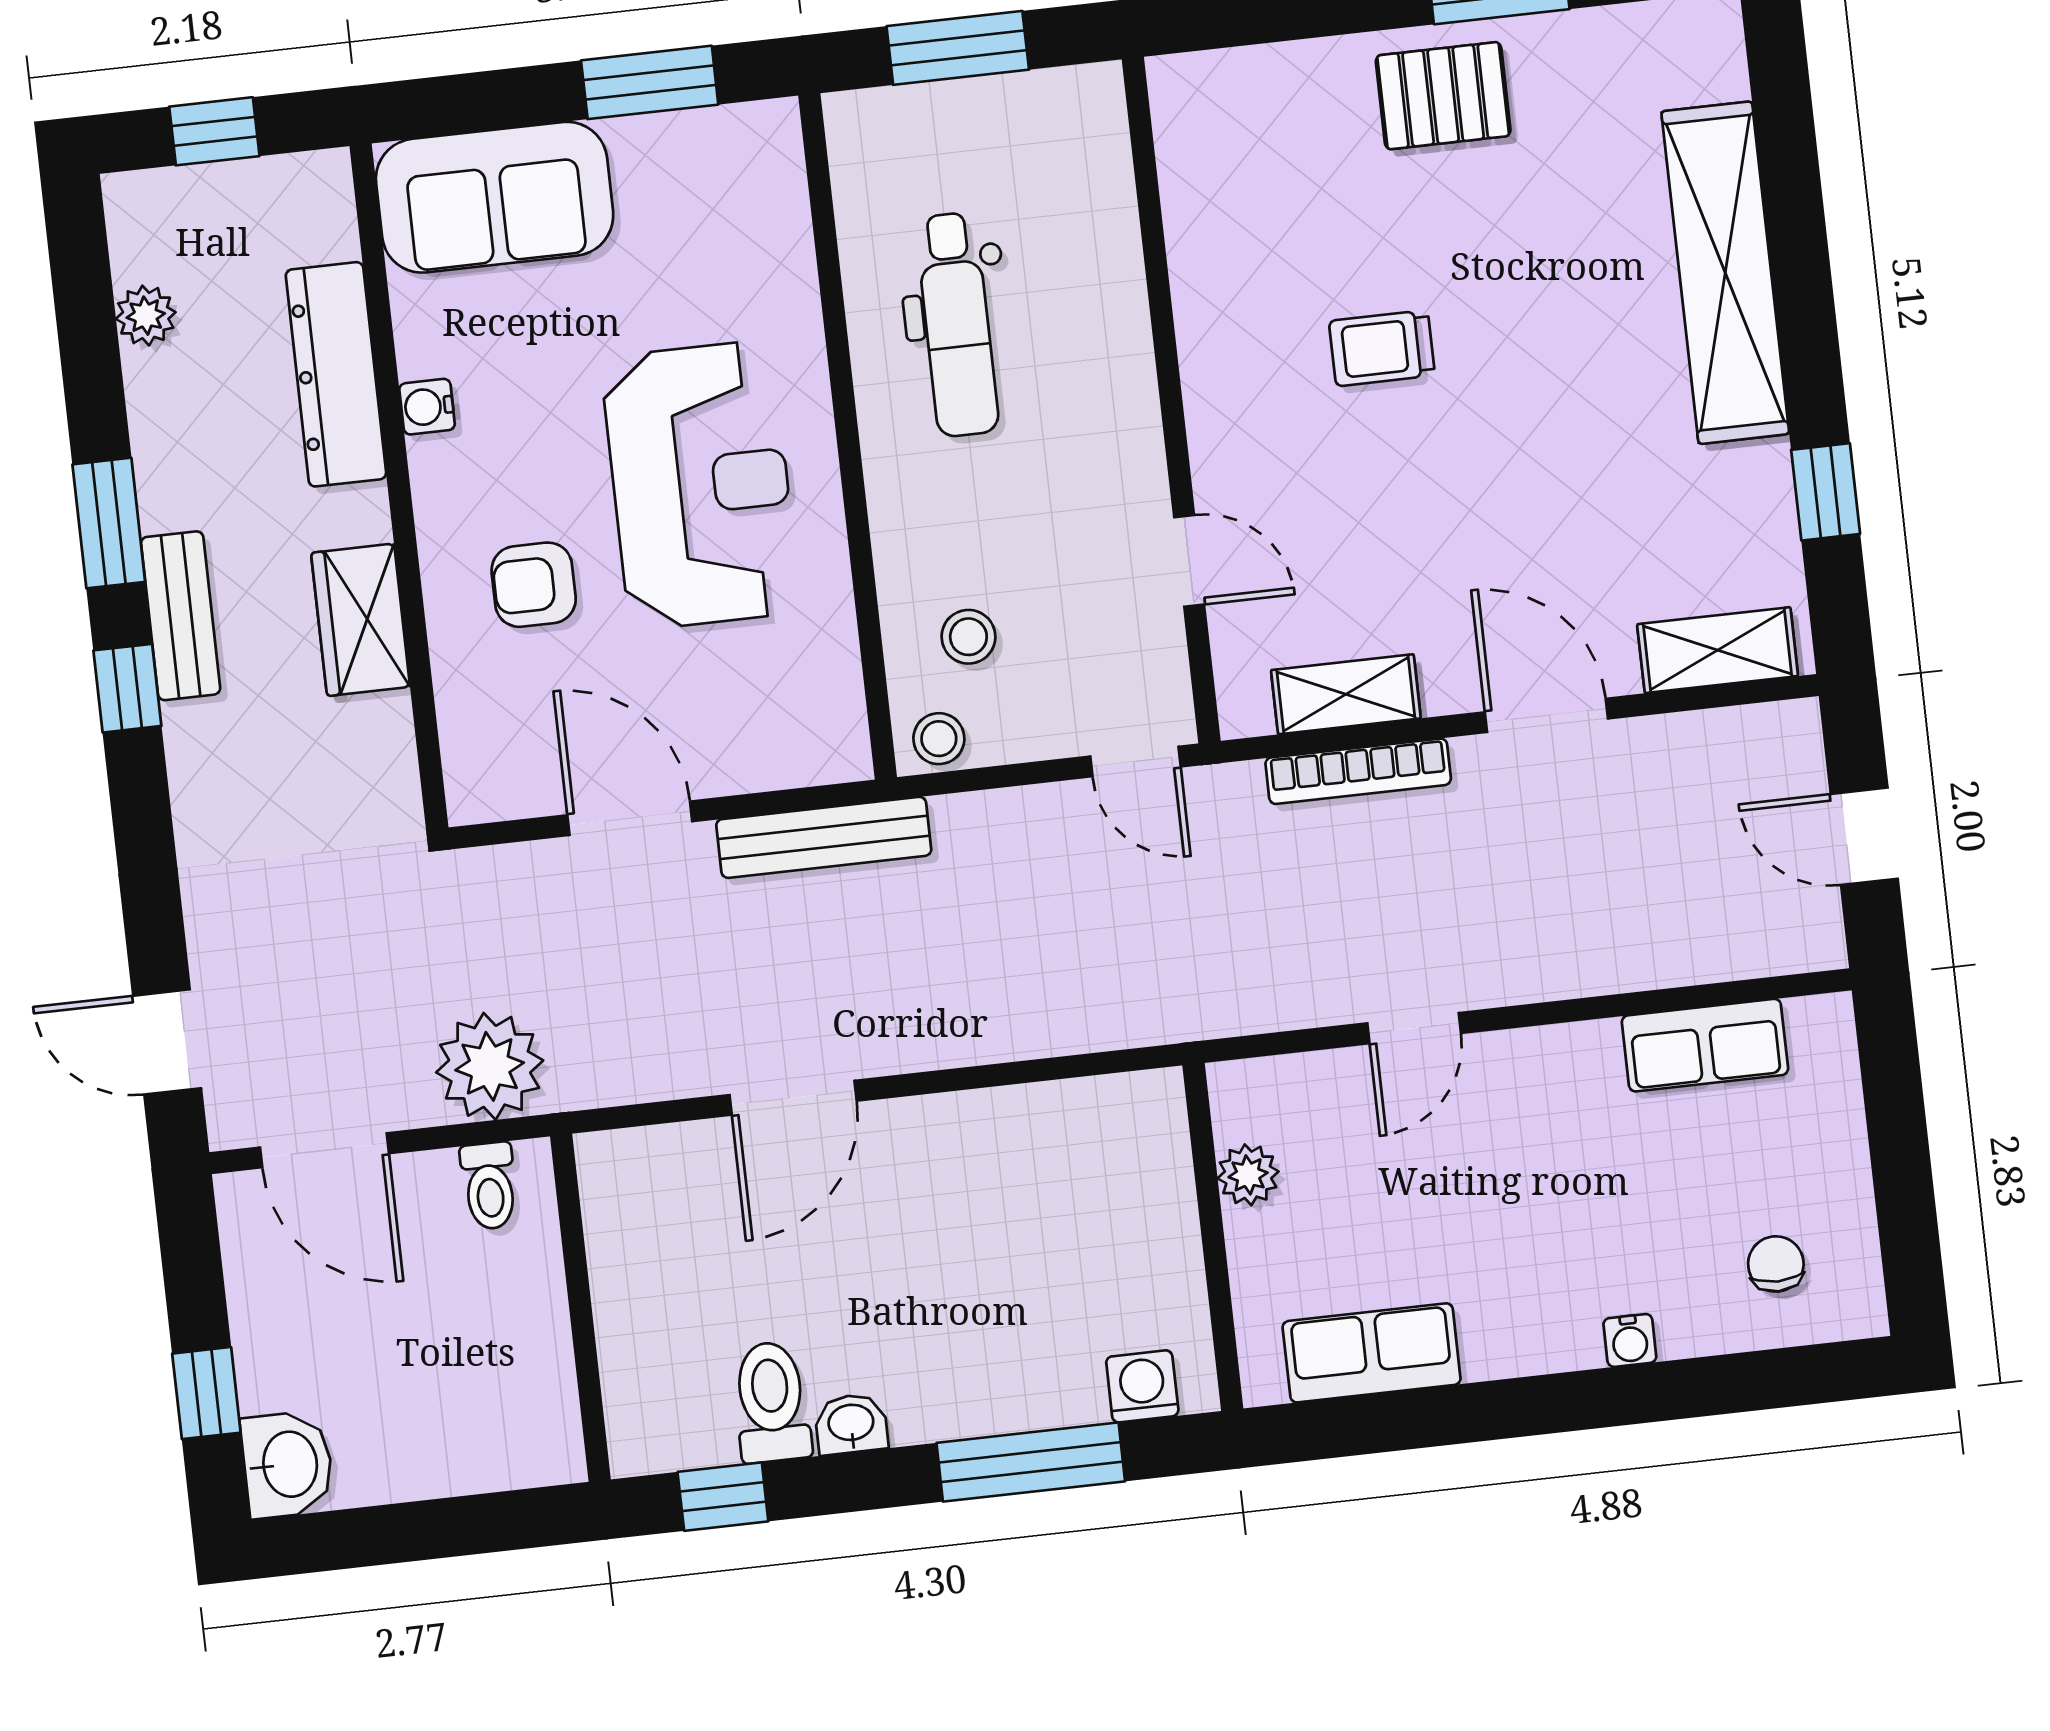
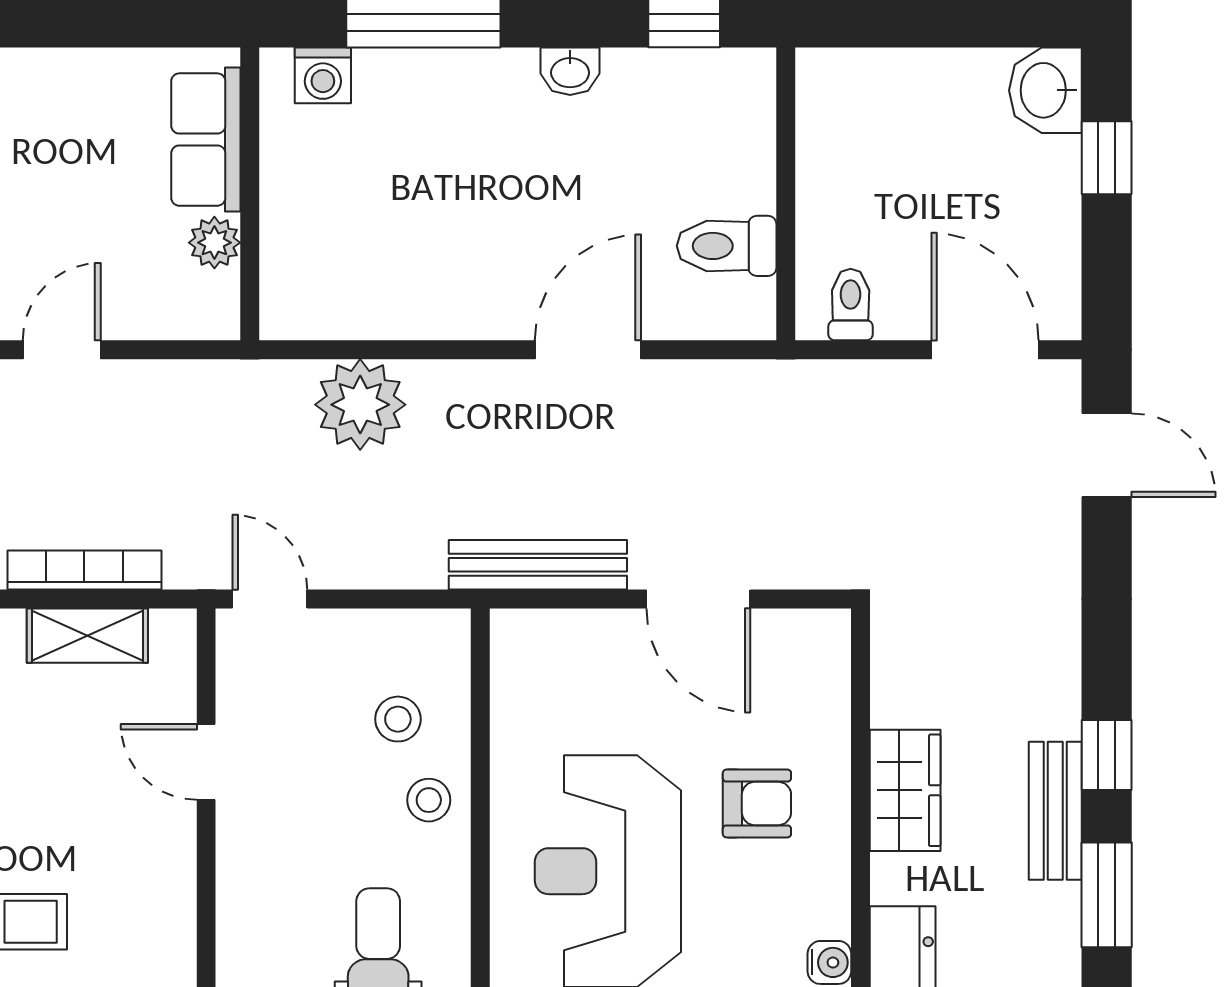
stool: (939, 739) -> (429, 800), moved
plant: (490, 1066) -> (360, 405), moved
row of seats: (1372, 1353) -> (206, 140), moved, turned 90
toilet: (771, 1402) -> (727, 246), moved, turned 90

